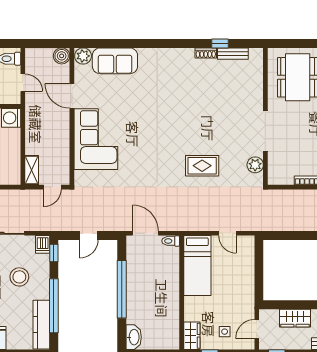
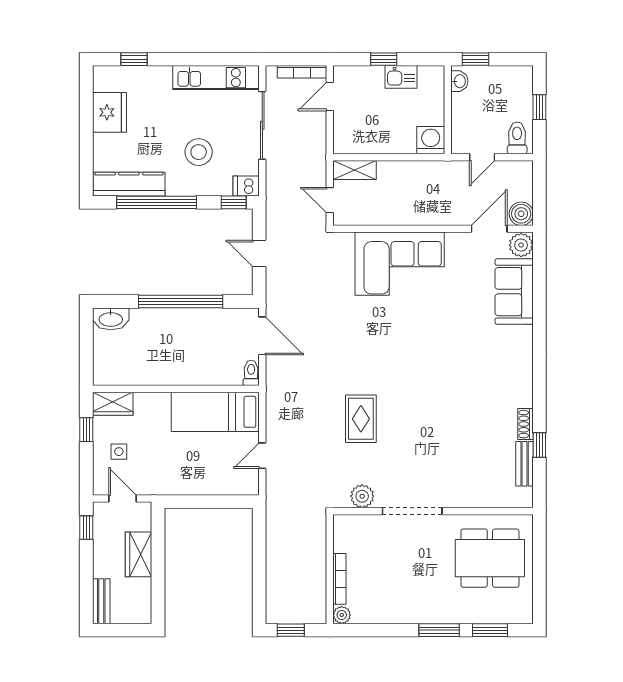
door: (72, 96) -> (489, 229), moved
door: (145, 233) -> (262, 336), hinge flipped

